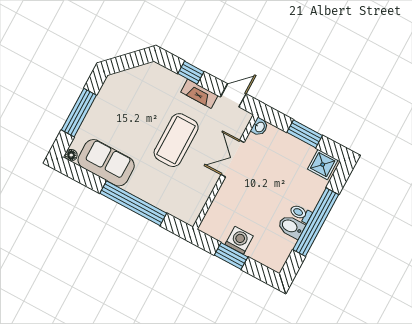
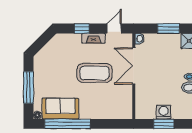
coffee table: (176, 140) -> (94, 73), turned 90
double door: (233, 159) -> (134, 66), width x1.37
window: (133, 203) -> (67, 124), moved

